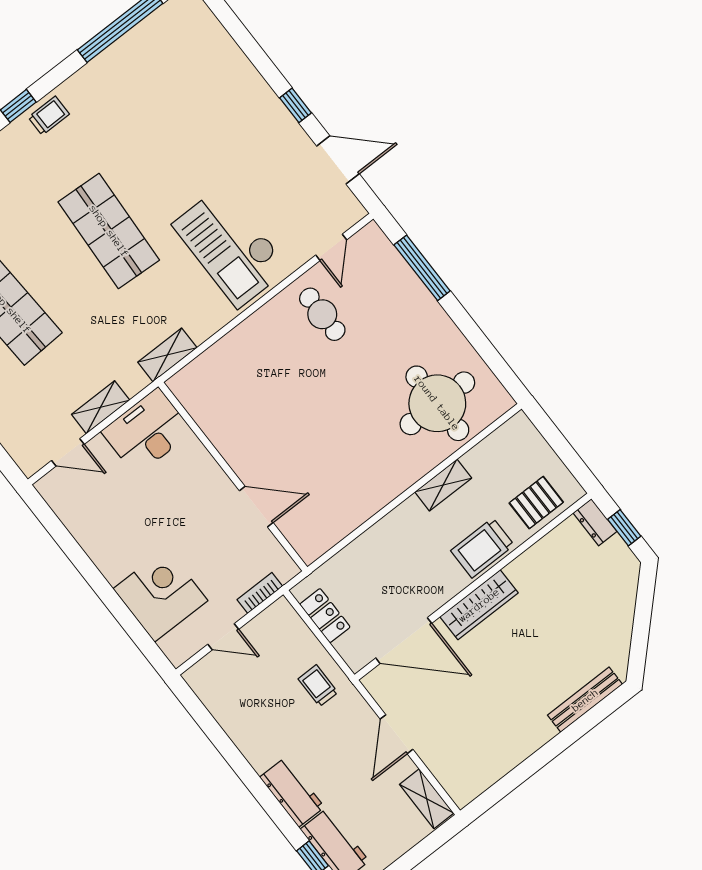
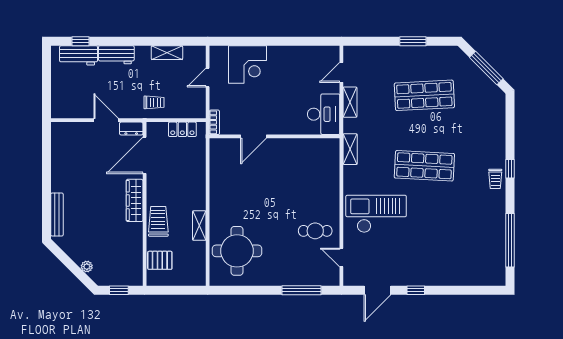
pallet: (536, 503) -> (160, 260), turned 90
dresser: (595, 522) -> (131, 129), moved, turned 180
bookcase: (260, 593) -> (214, 122), moved
plant: (626, 600) -> (87, 267), added
shelving: (427, 799) -> (167, 53), moved

